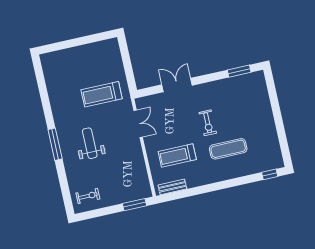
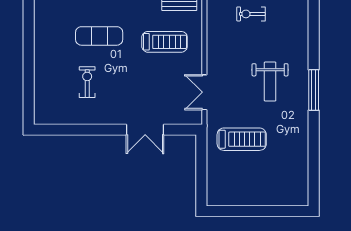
window: (239, 71) -> (64, 130), removed
exercise bike: (208, 123) -> (87, 82), moved
exercise bike: (88, 196) -> (251, 14), moved

